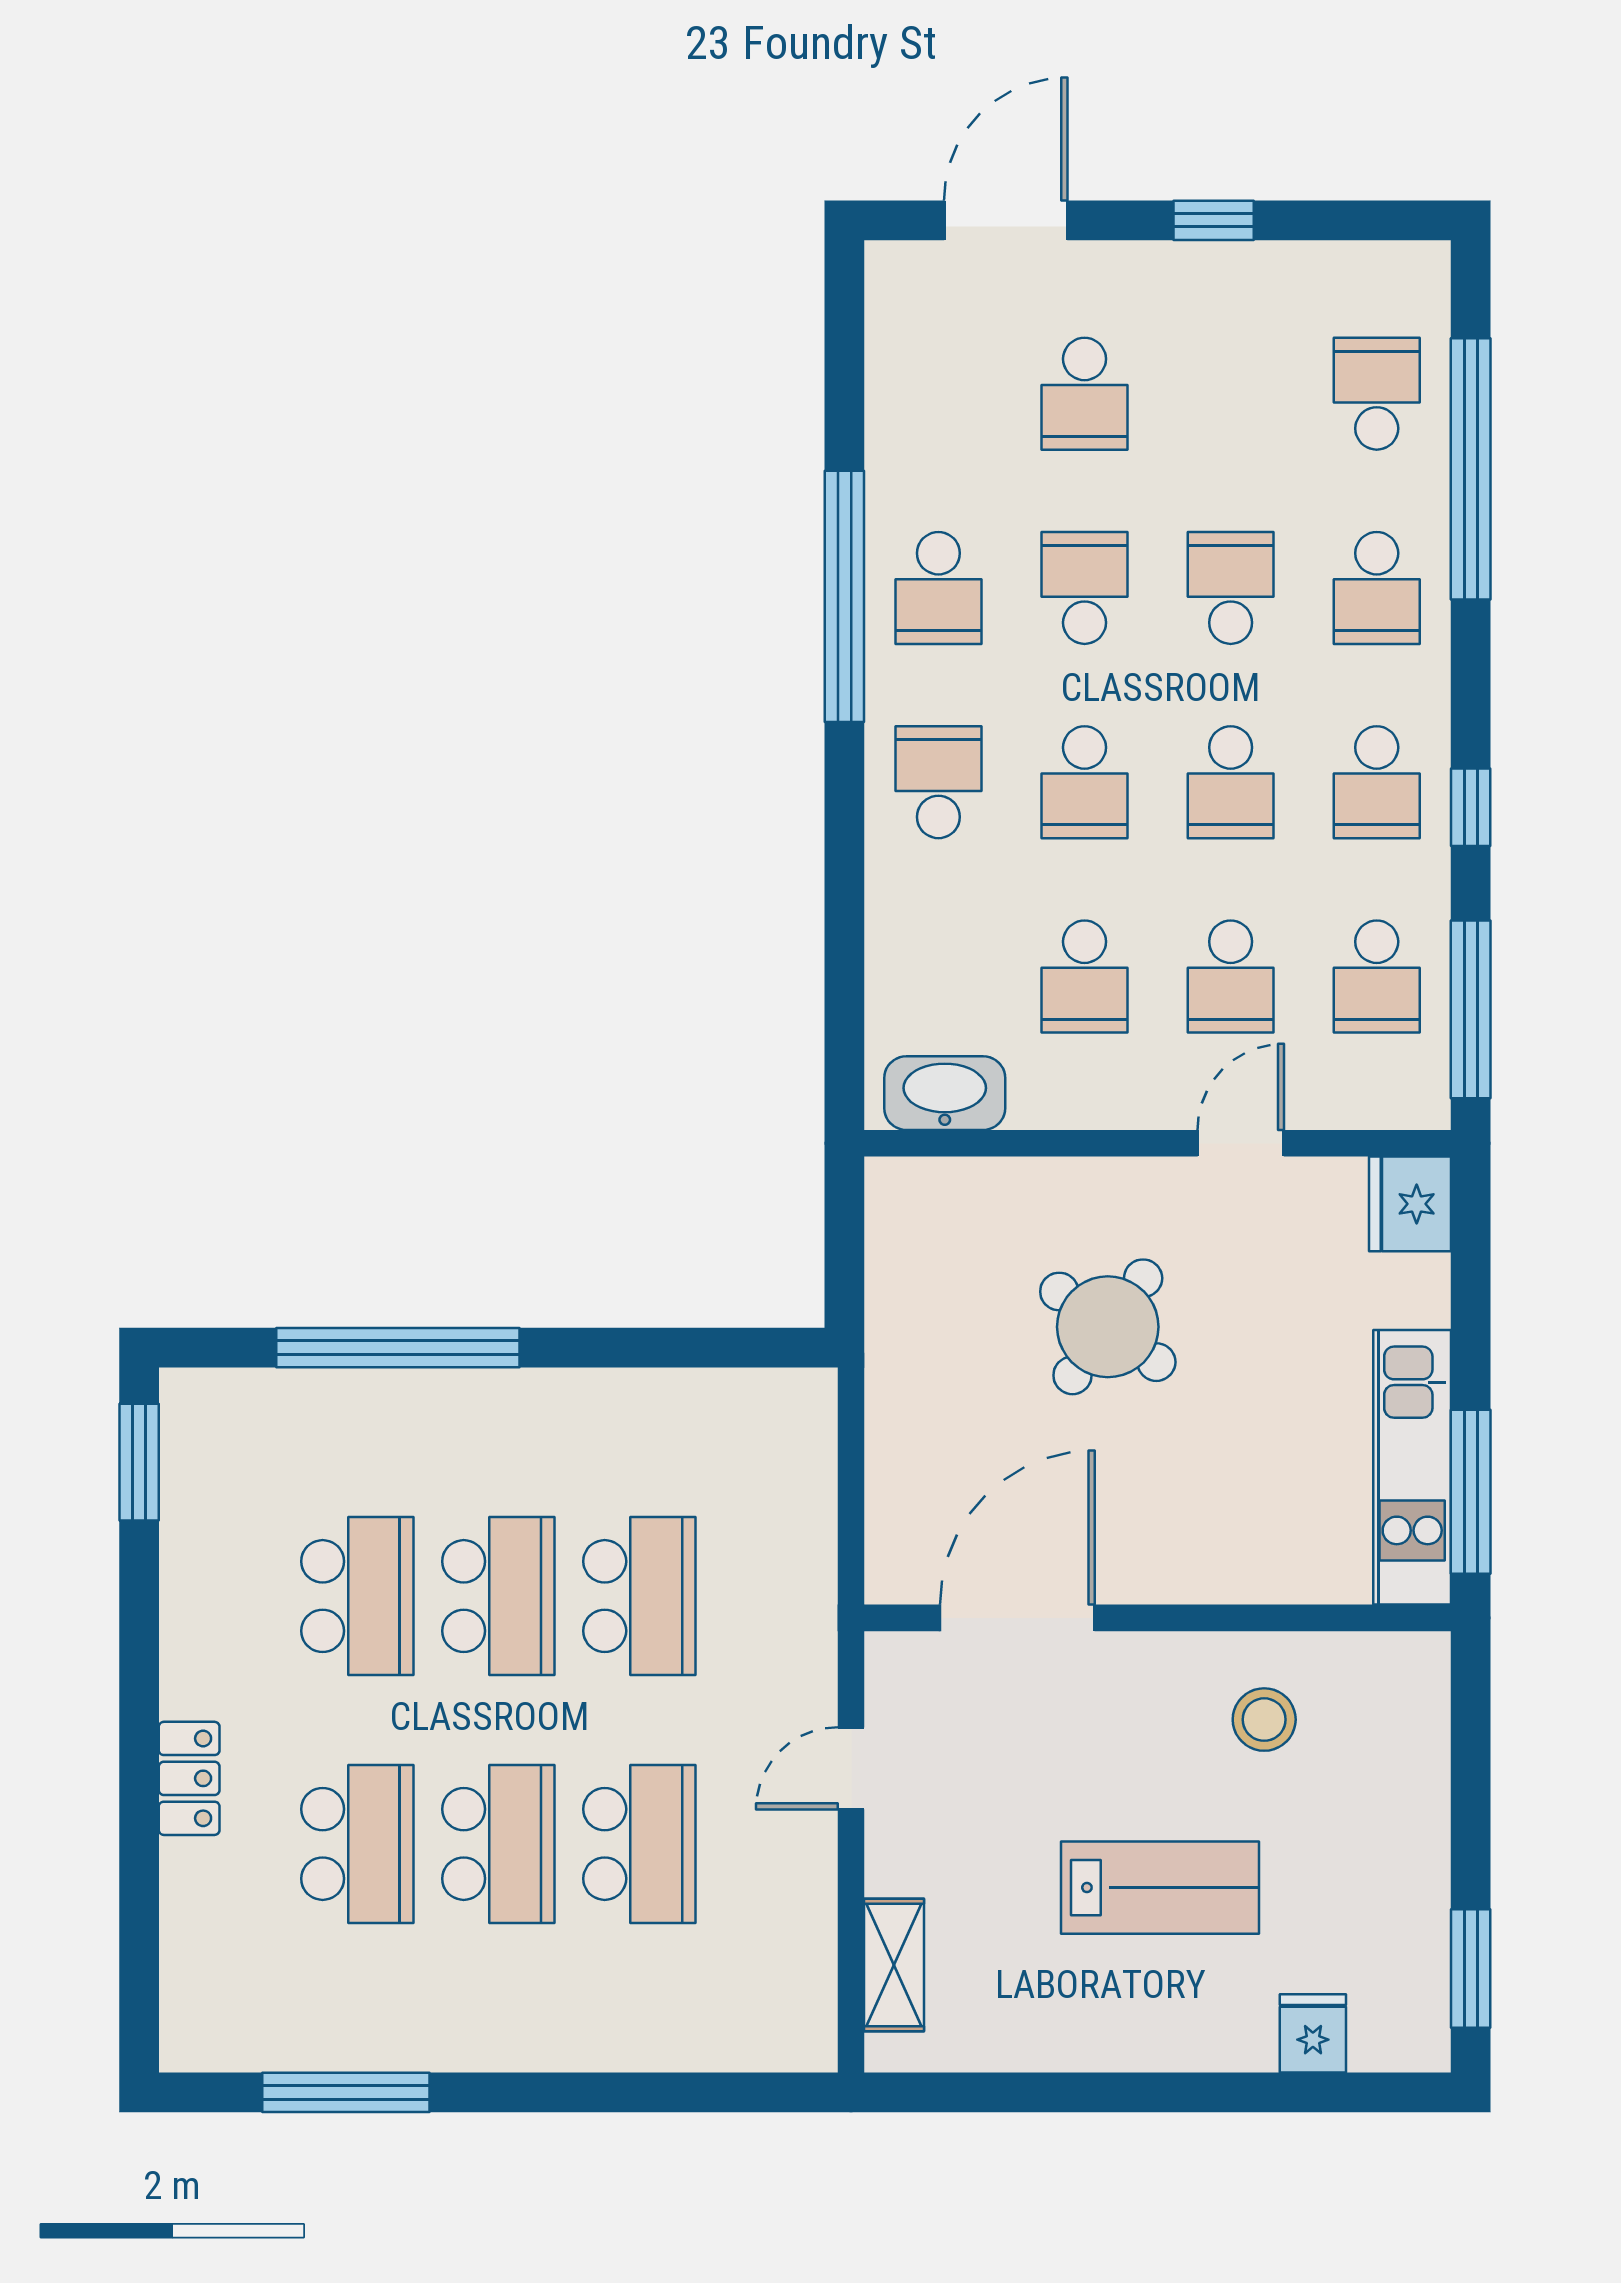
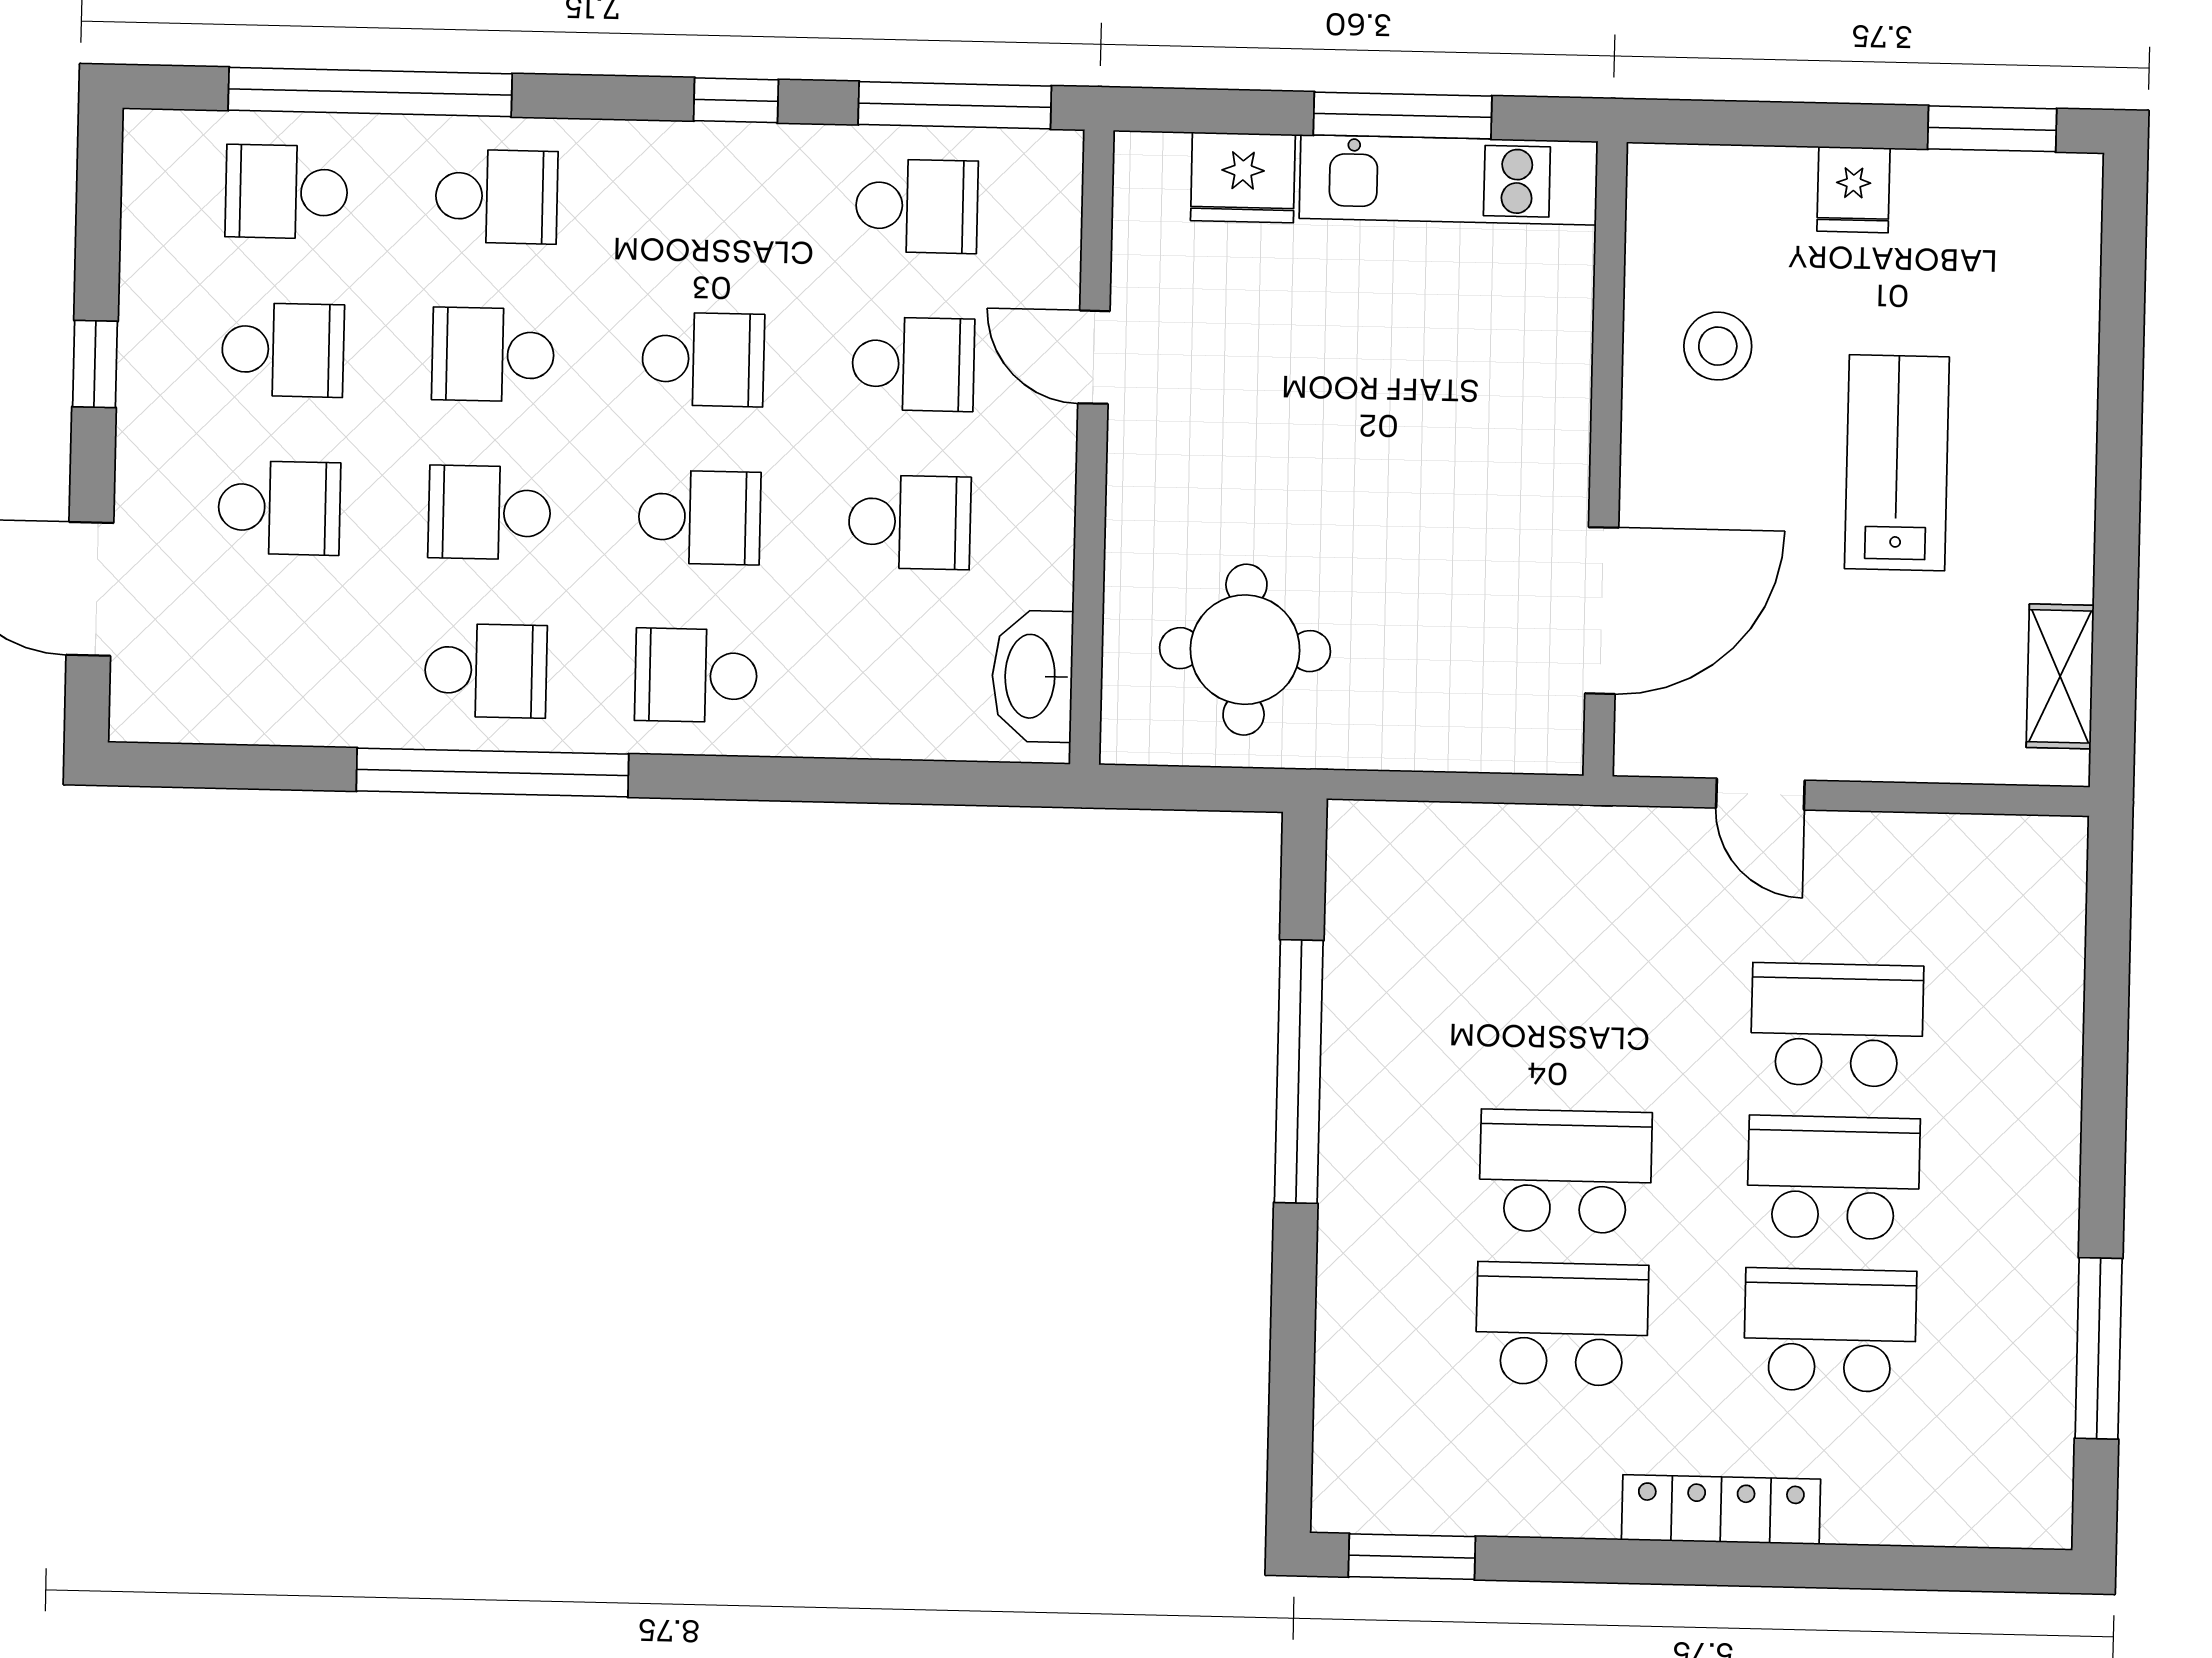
school desk: (1377, 782) -> (283, 350), moved
fridge: (1410, 1204) -> (1243, 177), moved
round table: (1108, 1327) -> (1245, 650), moved, turned -36
window: (398, 1348) -> (1299, 1072), moved
window: (1471, 1492) -> (1403, 115), moved
school desk: (639, 1596) -> (1569, 1019), removed
door: (1017, 1618) -> (1602, 611), swing flipped
locker: (189, 1778) -> (1721, 1510), width x1.53
shelving: (894, 1965) -> (2060, 676), moved, turned 90
fridge: (1313, 2033) -> (1853, 190), moved, turned -90

